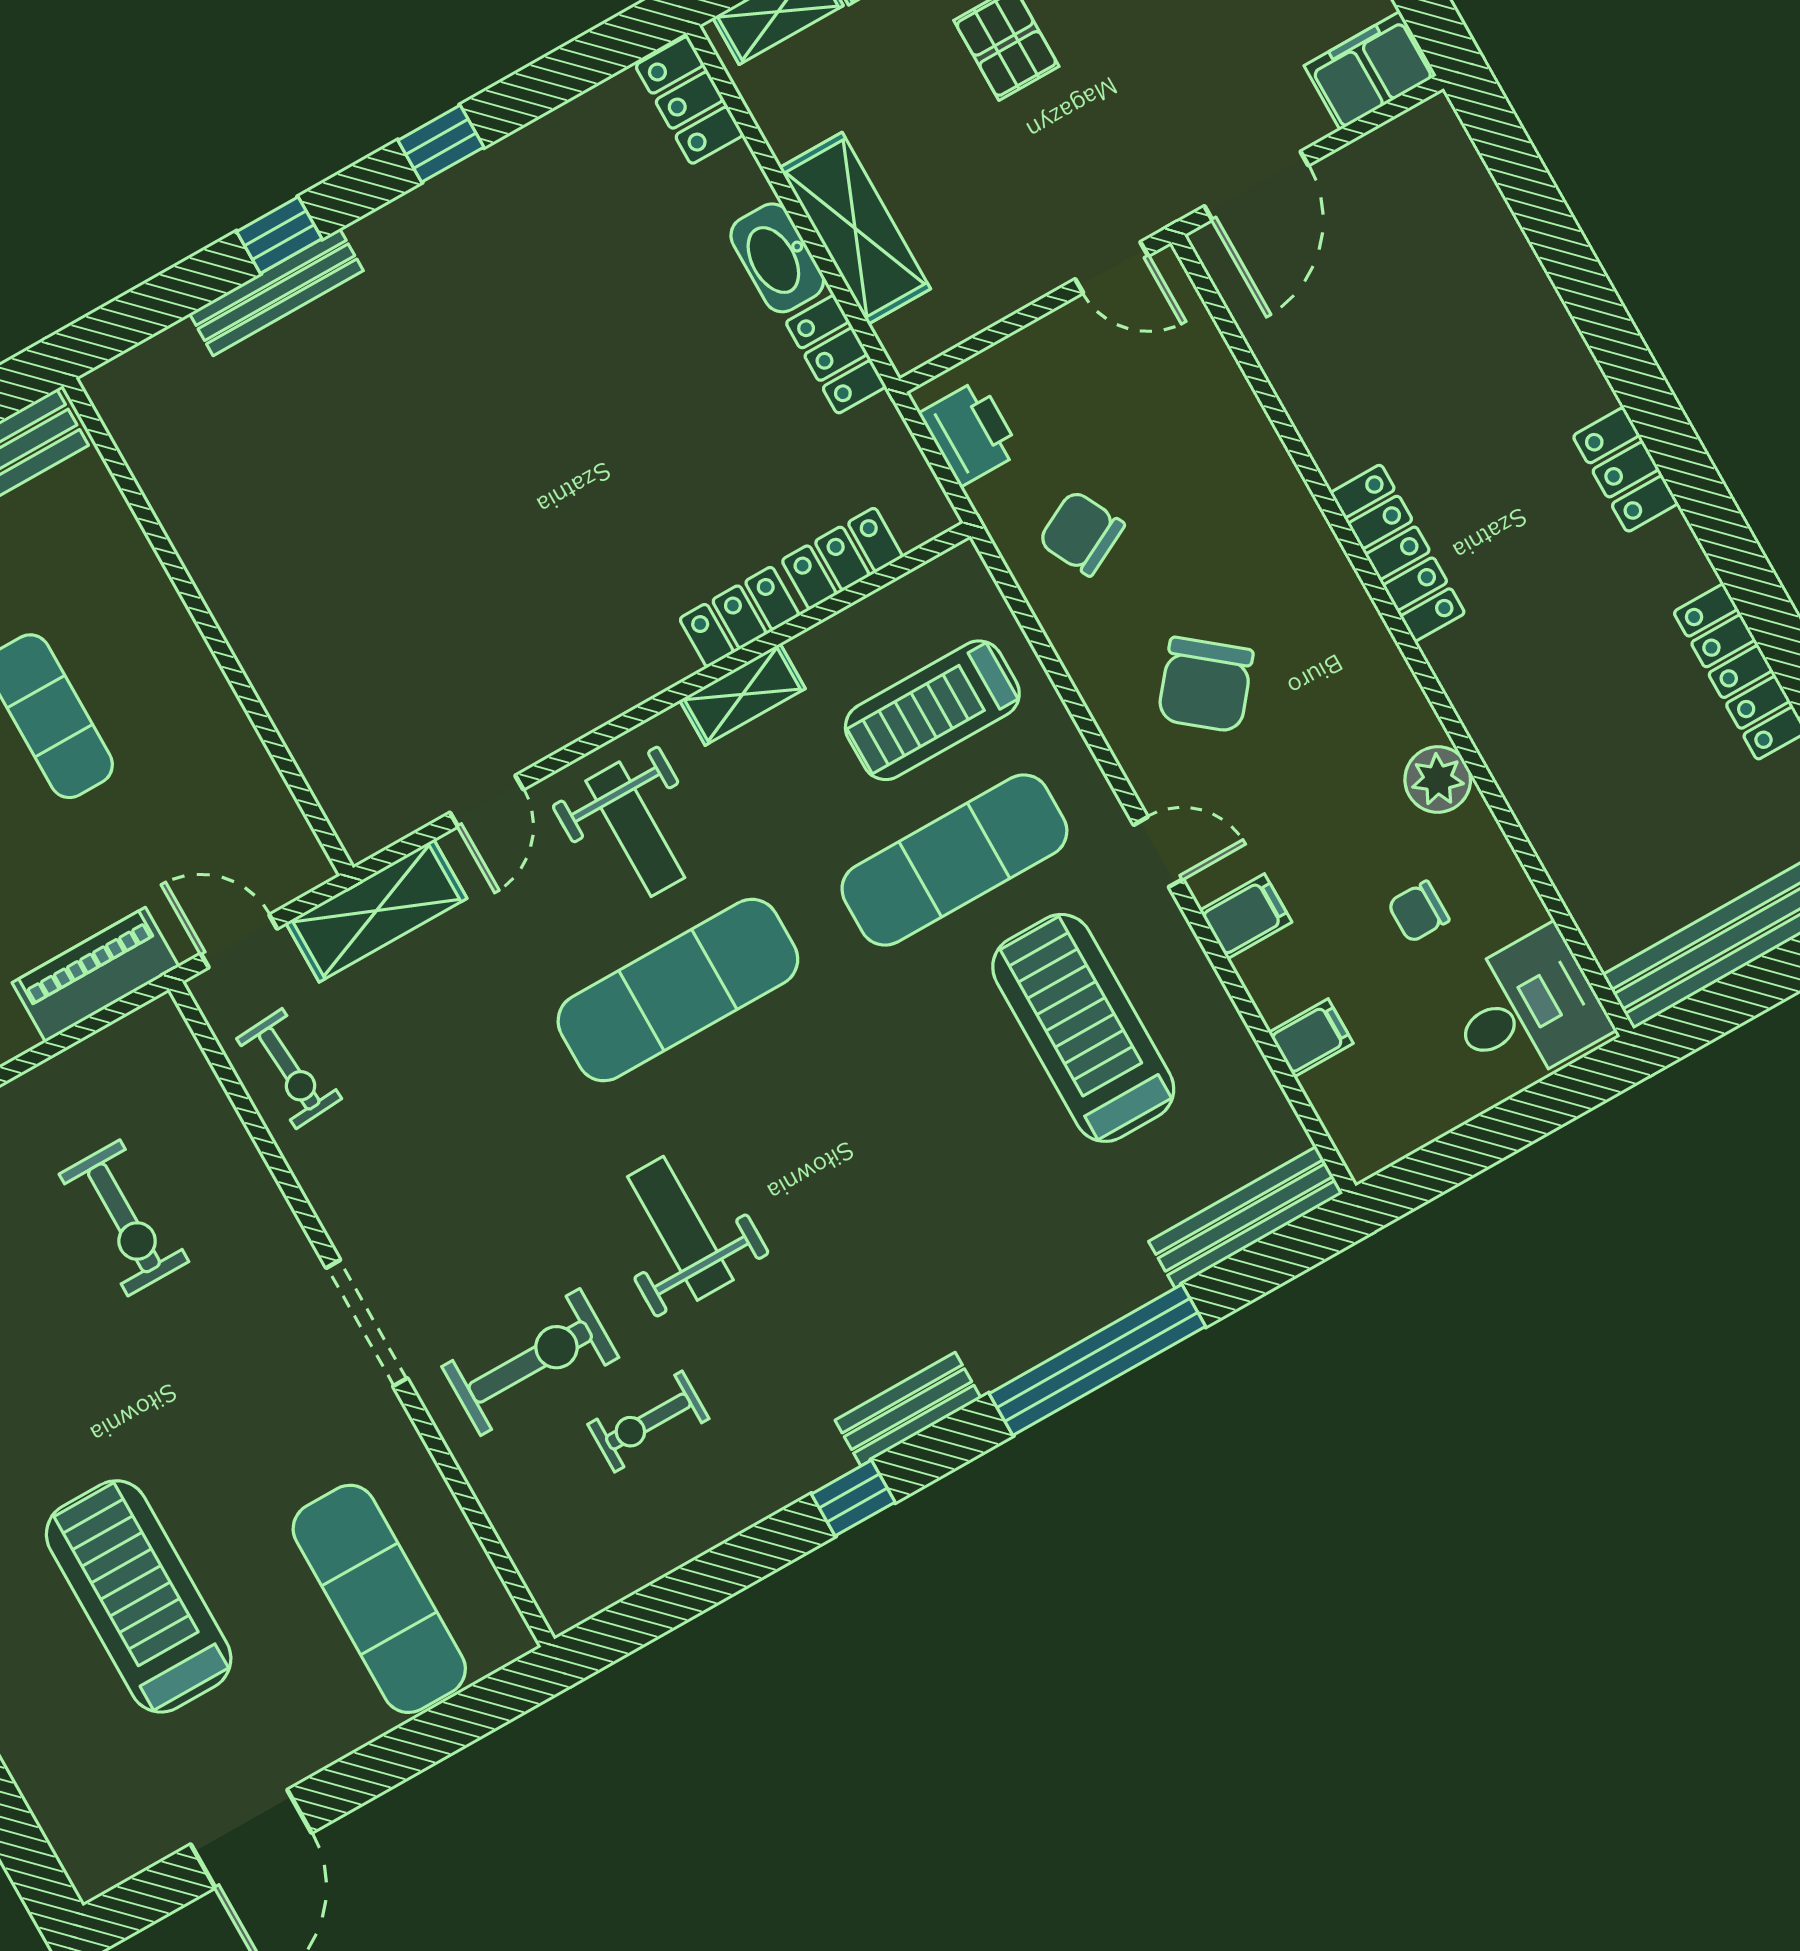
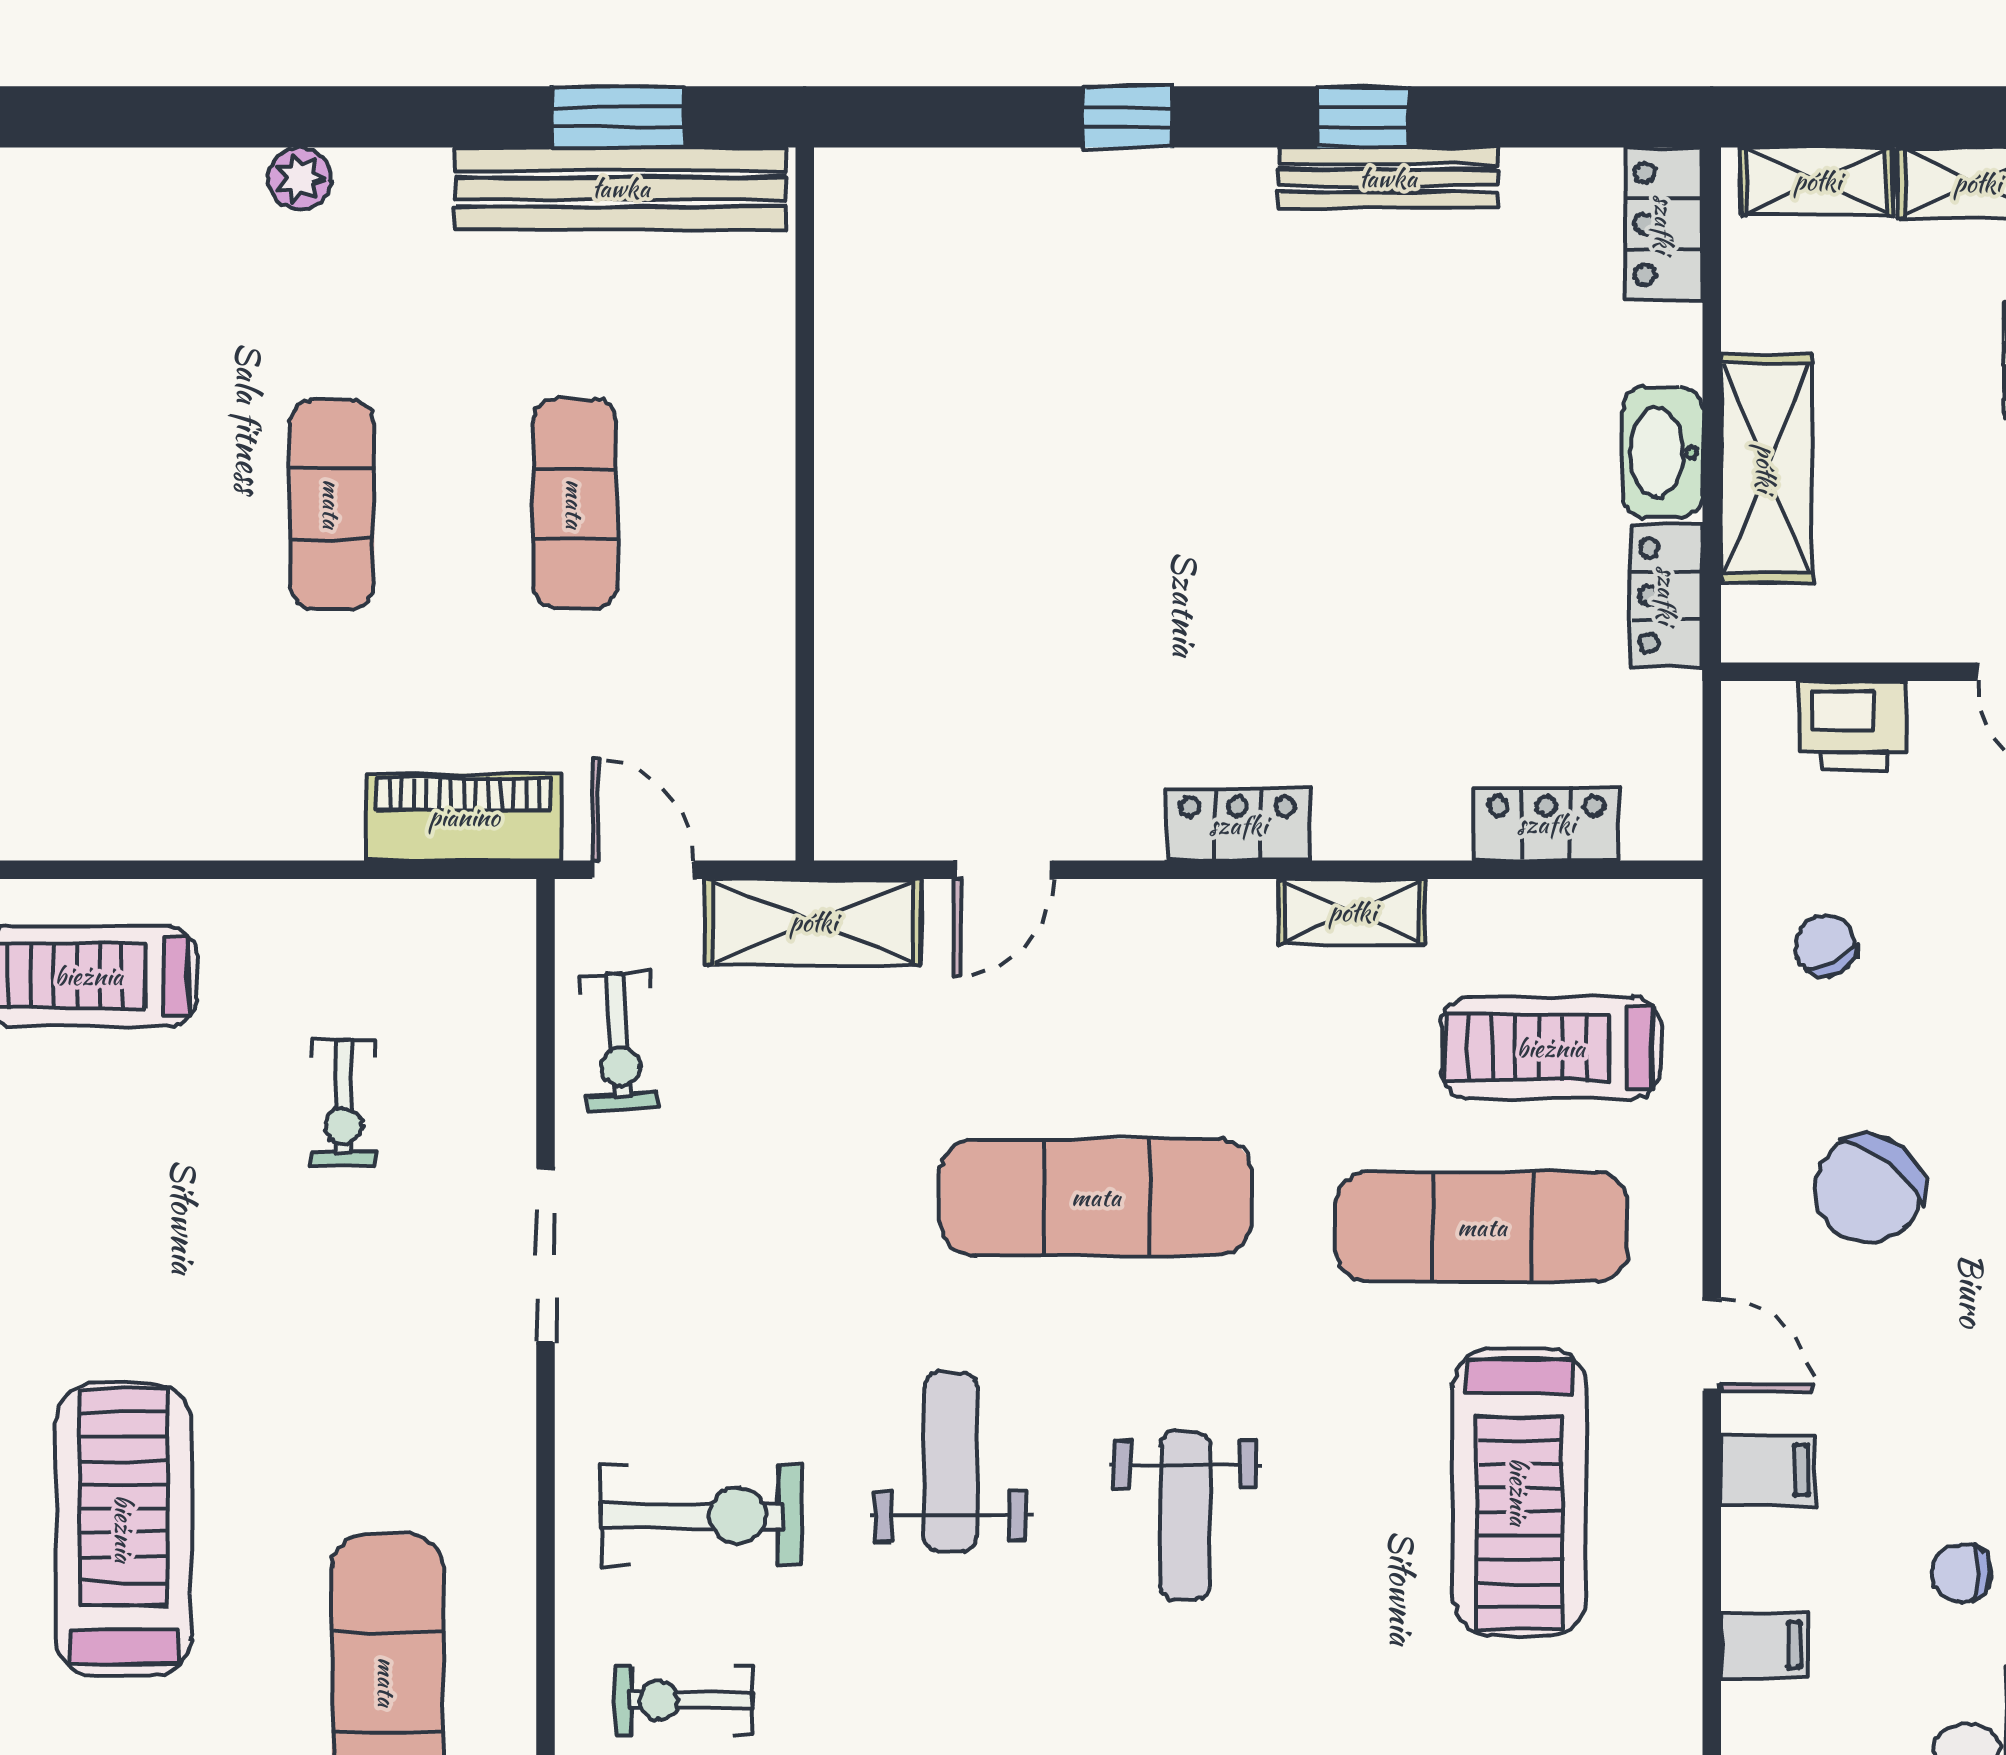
bench: (276, 292) -> (1388, 178), moved
printer: (970, 433) -> (1853, 726), moved, turned 90
chair: (1081, 533) -> (1826, 946), width x0.73, depth x0.73
locker: (739, 617) -> (1238, 825), moved
weight bench: (635, 829) -> (1185, 1515), moved
treadmill: (1083, 1028) -> (1519, 1492), turned 180
exercise bike: (124, 1218) -> (344, 1103), width x0.73, depth x0.72
doorway: (367, 1323) -> (546, 1255), moved
exercise bike: (648, 1421) -> (683, 1700), moved

